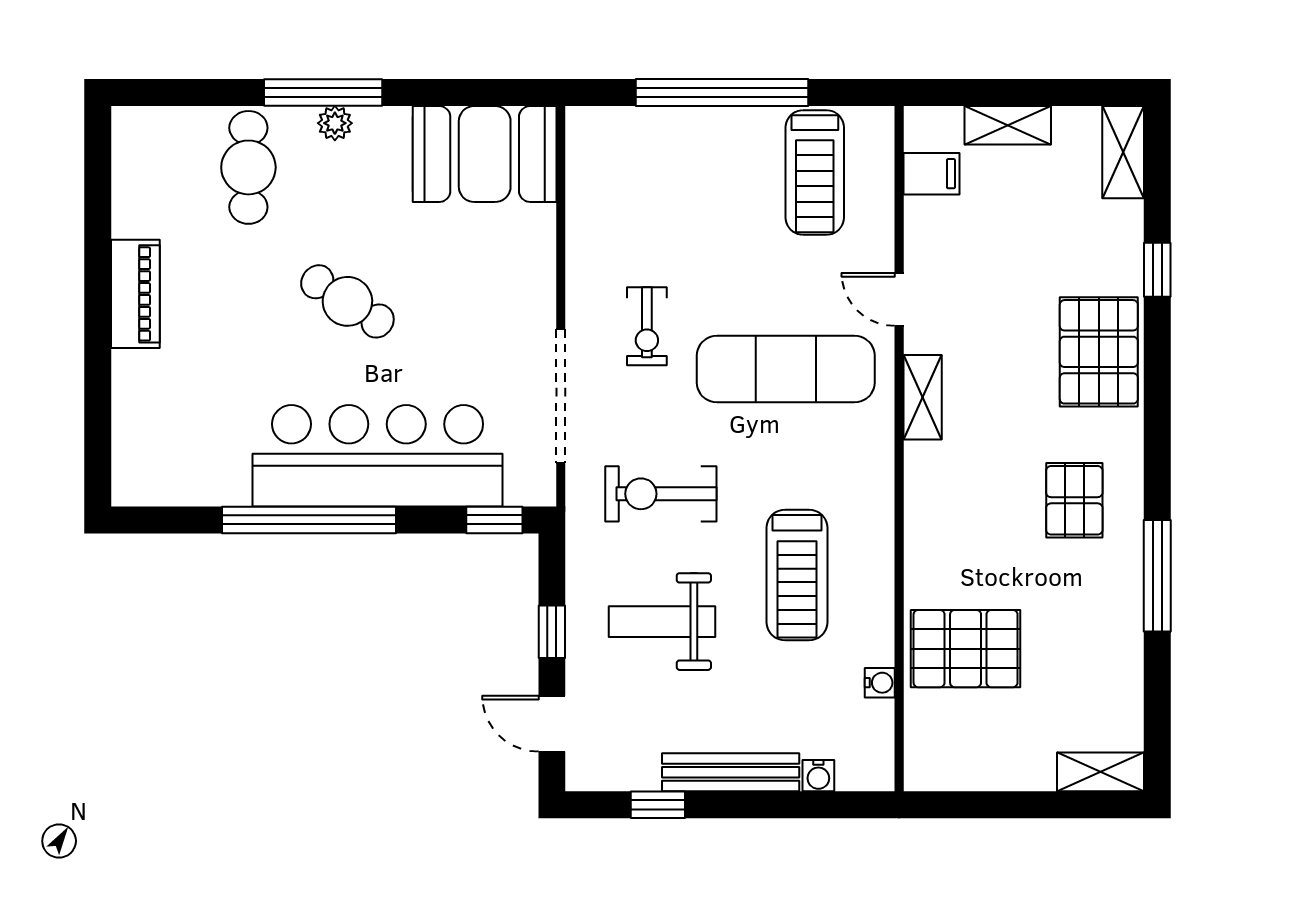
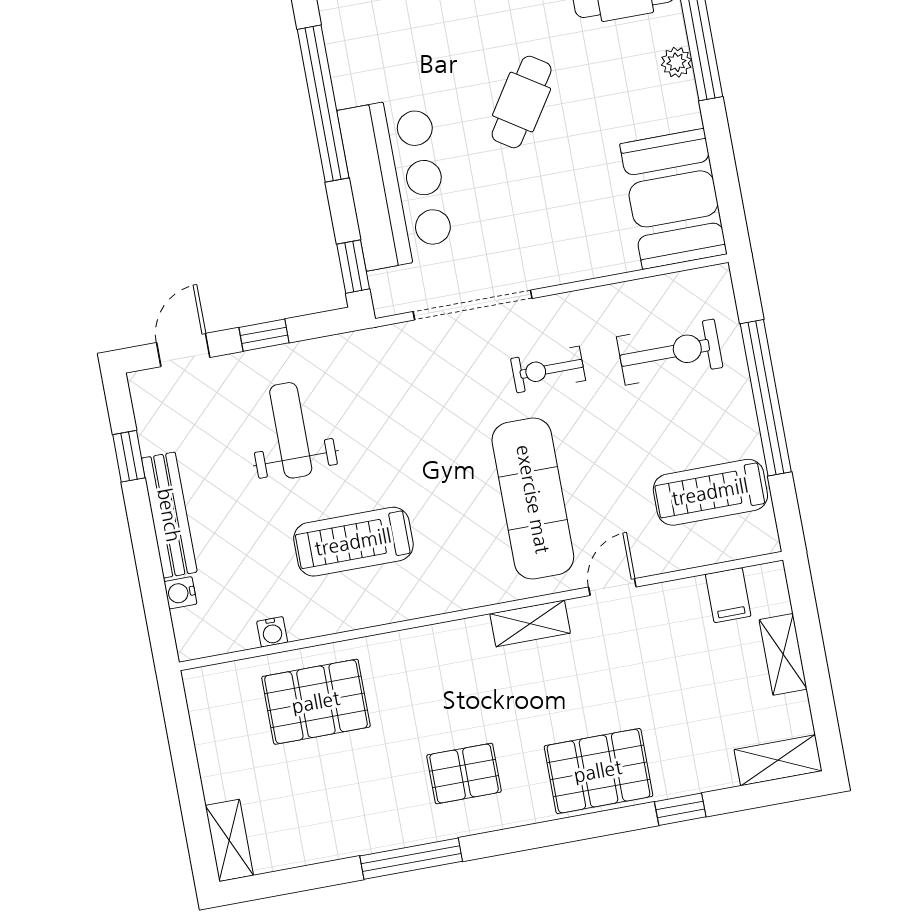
bar counter: (378, 456) -> (396, 183), width x0.73
exercise bike: (661, 494) -> (670, 352), moved, turned 90
pallet: (966, 649) -> (316, 702), turned 90

